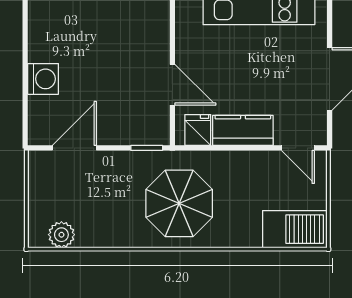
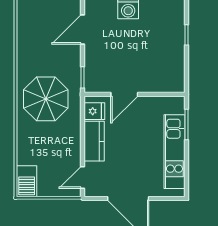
door: (74, 148) -> (82, 29), swing flipped
barbecue: (295, 229) -> (27, 181), width x0.73, depth x0.83
plant: (61, 235) -> (25, 21), removed

